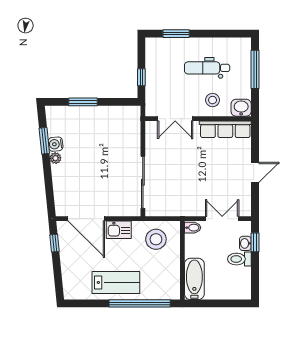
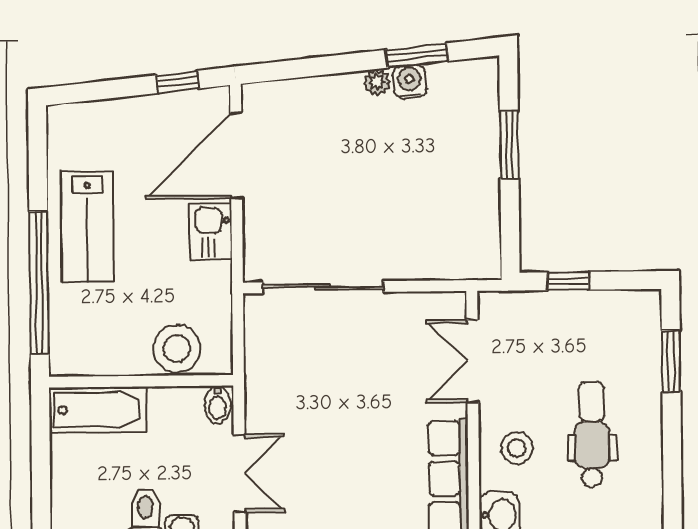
stool: (156, 239) -> (177, 349), moved

